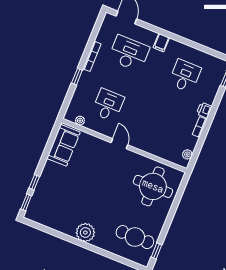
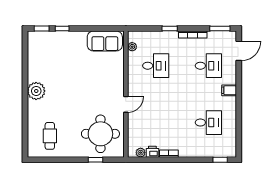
window: (97, 27) -> (220, 29), added
desk: (129, 53) -> (208, 66), width x0.73
printer: (204, 110) -> (152, 152), moved
door: (119, 144) -> (126, 104), moved
cafe table: (135, 237) -> (50, 136), width x0.73, depth x0.74
window: (156, 251) -> (95, 160), moved

